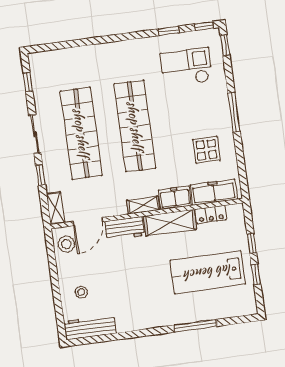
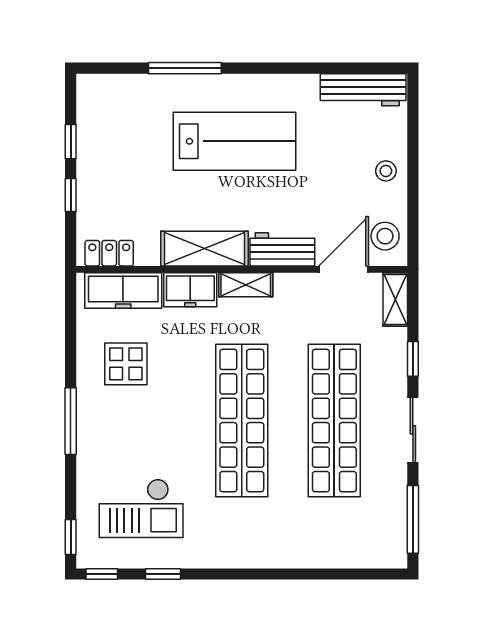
window: (28, 82) -> (413, 519), width x2.17
locker: (211, 214) -> (109, 253), moved
lab bench: (208, 272) -> (235, 141), moved
stool: (81, 292) -> (386, 171), moved

